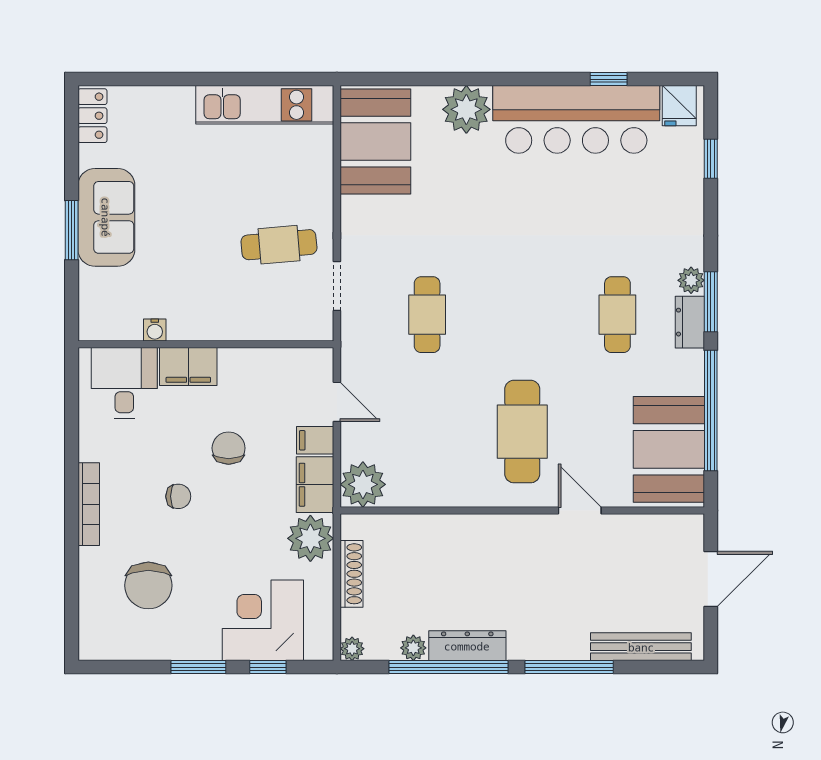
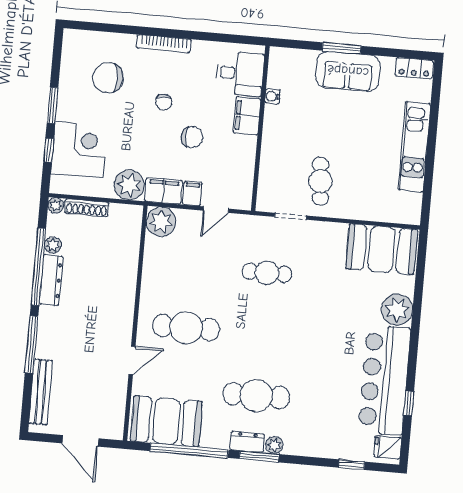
kitchen unit: (265, 105) -> (414, 147), moved
cafe table: (617, 315) -> (256, 396), width x1.37, depth x1.35
shoe rack: (351, 574) -> (87, 208), moved

